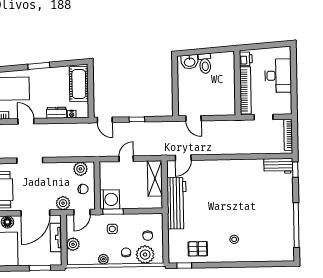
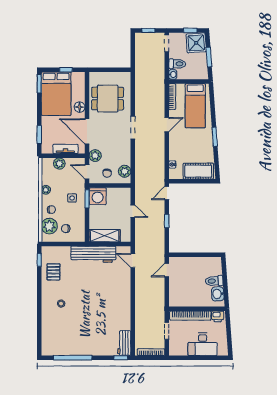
washbasin: (190, 62) -> (218, 294), moved
dresser: (57, 113) -> (174, 151), removed
shelving: (155, 178) -> (105, 236), moved

